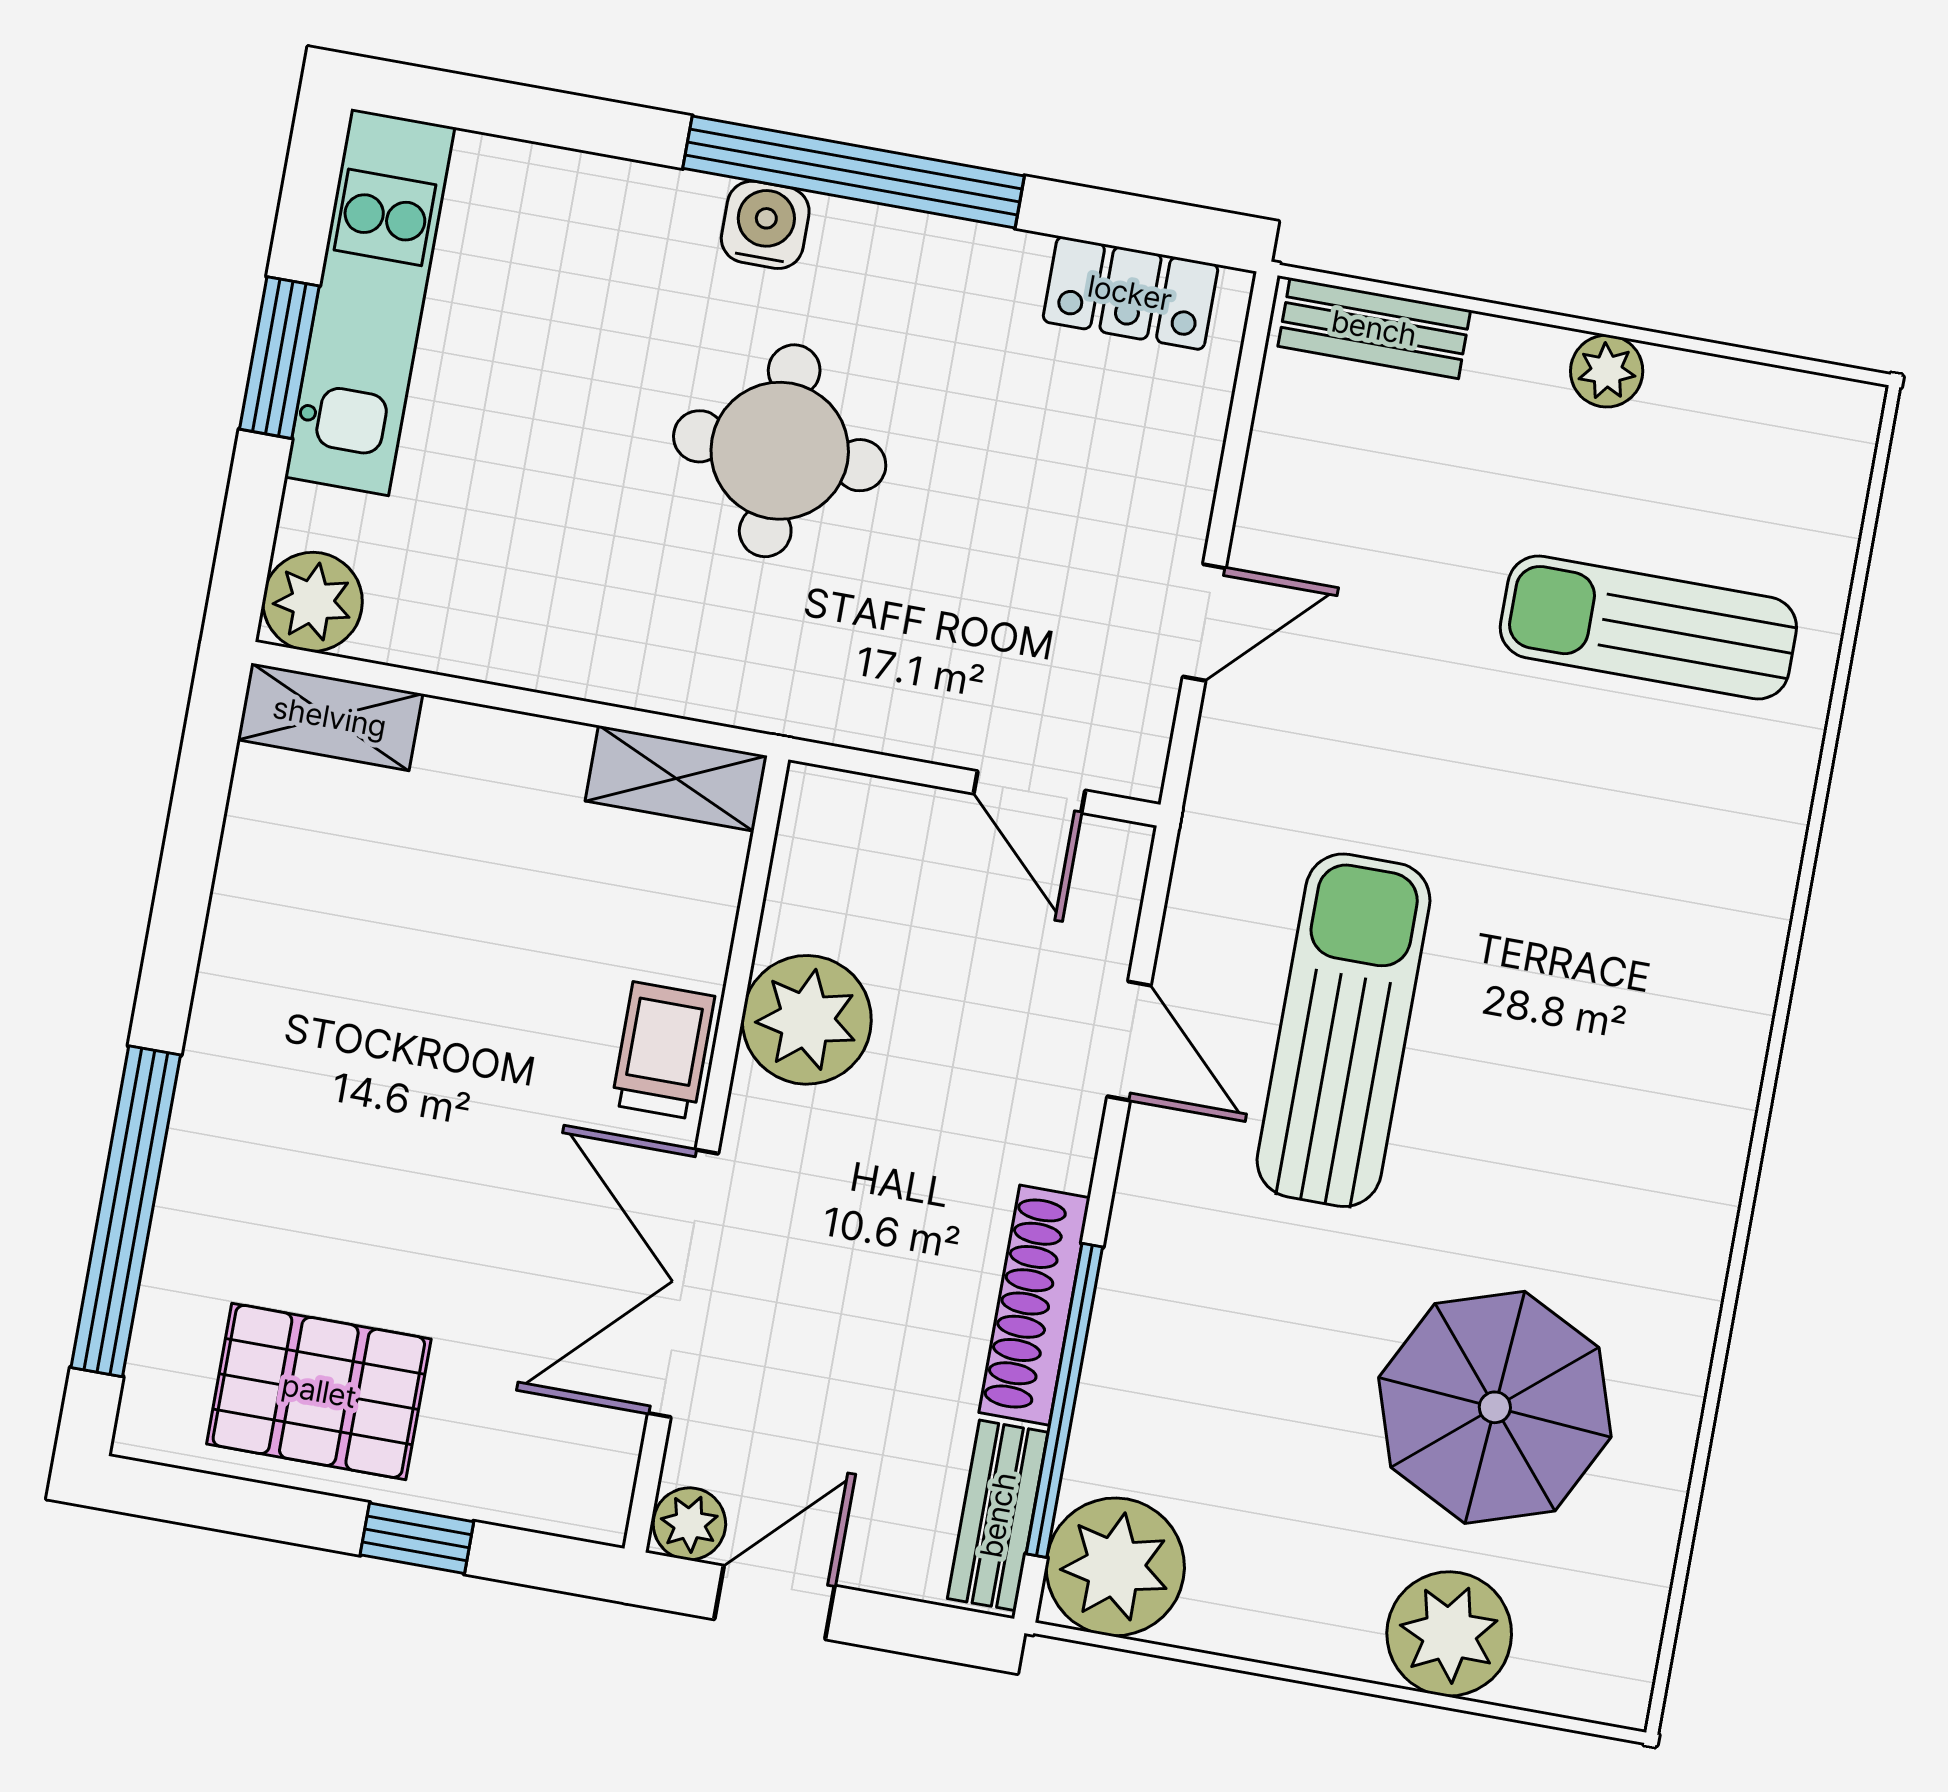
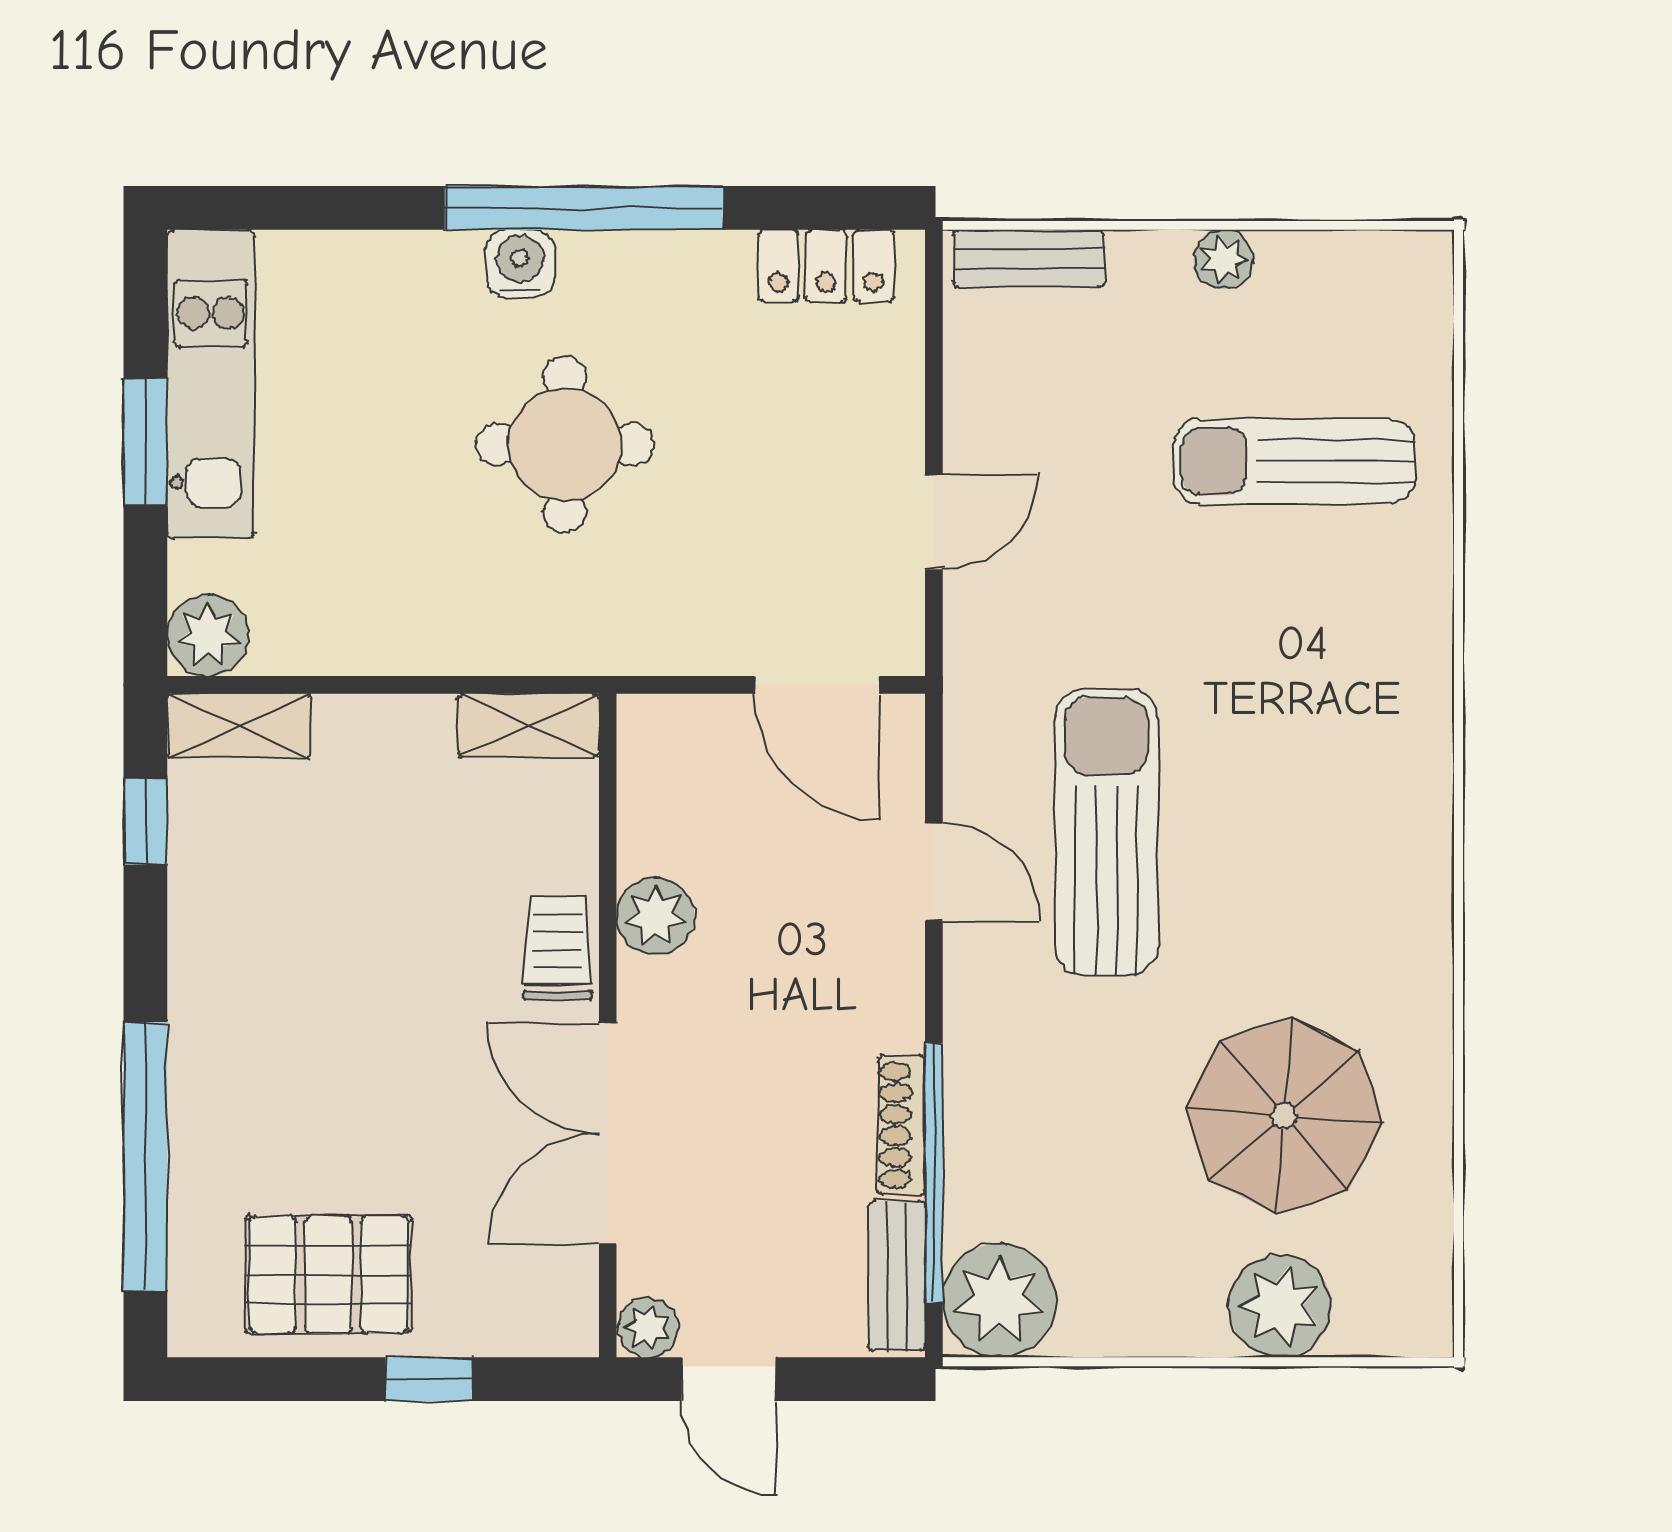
door: (1029, 792) -> (817, 685), width x1.38
window: (198, 811) -> (145, 821), added
plant: (807, 1020) -> (655, 916), width x0.73, depth x0.73
shoe rack: (1034, 1305) -> (901, 1125), width x0.74, depth x0.81
door: (775, 1603) -> (728, 1379), swing flipped

